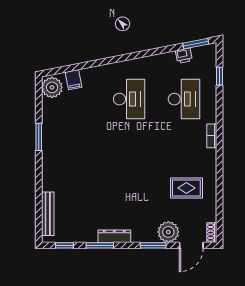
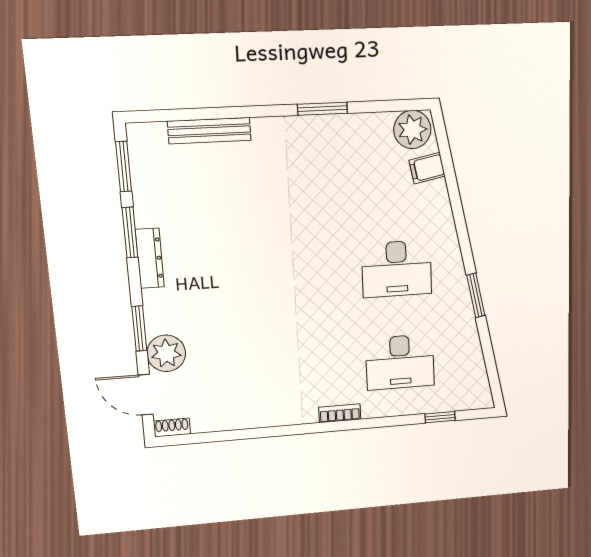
window: (196, 44) -> (476, 295), moved
printer: (184, 56) -> (473, 356), removed
rug: (186, 188) -> (247, 378), removed
bench: (48, 214) -> (209, 131), moved
window: (64, 245) -> (124, 167), width x1.50

